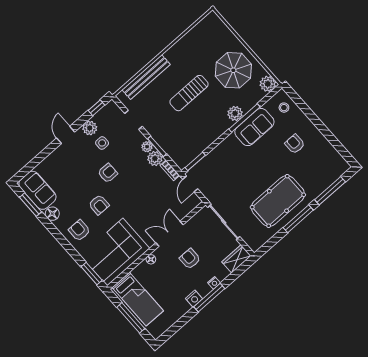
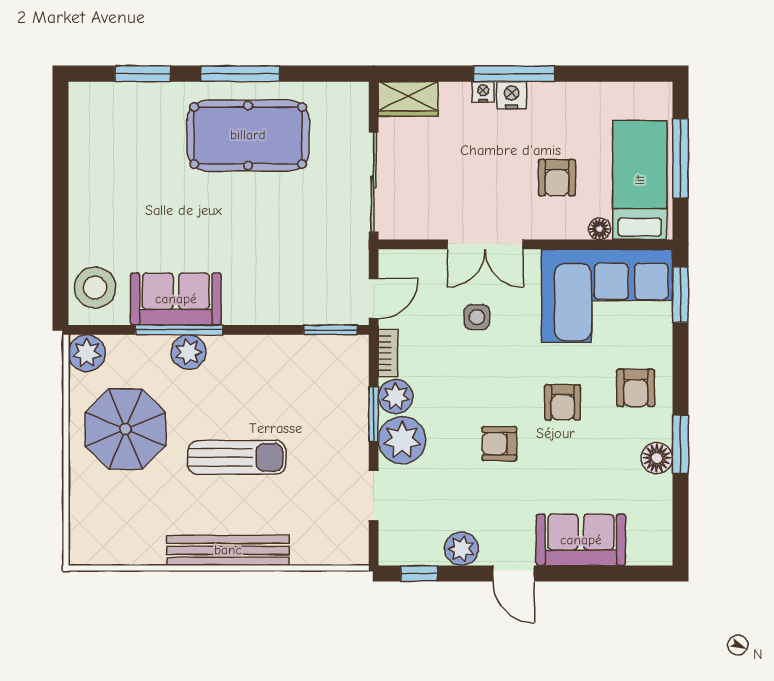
bench: (146, 77) -> (228, 550), moved
stool: (284, 108) -> (95, 288), width x1.89, depth x1.89
door: (66, 135) -> (514, 573), hinge flipped
side table: (102, 143) -> (477, 317), moved
armchair: (295, 144) -> (132, 208), removed
plant: (147, 147) -> (402, 440), width x1.87, depth x1.87
sofa: (37, 190) -> (581, 540), moved, turned 90
window: (330, 191) -> (143, 74), width x0.69
window: (31, 205) -> (680, 444), moved
armchair: (99, 205) -> (563, 402), turned 180
floor lamp: (151, 259) -> (600, 229), moved
armchair: (190, 259) -> (557, 178), moved
nightstand: (194, 299) -> (512, 95), moved

